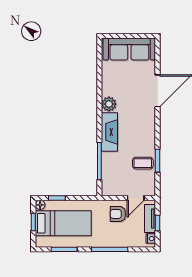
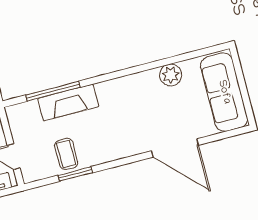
plant: (109, 104) -> (171, 75), moved
fireplace: (109, 132) -> (68, 102), moved

